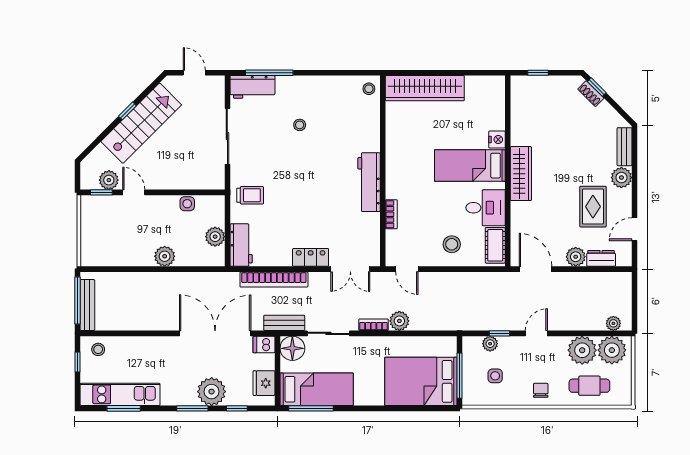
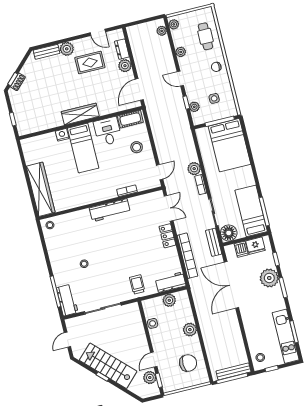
chair: (116, 241) -> (188, 363), added
dishwasher: (264, 344) -> (241, 249), moved
plant: (582, 350) -> (181, 52), width x0.53, depth x0.53
plant: (612, 350) -> (174, 24), width x0.53, depth x0.53

